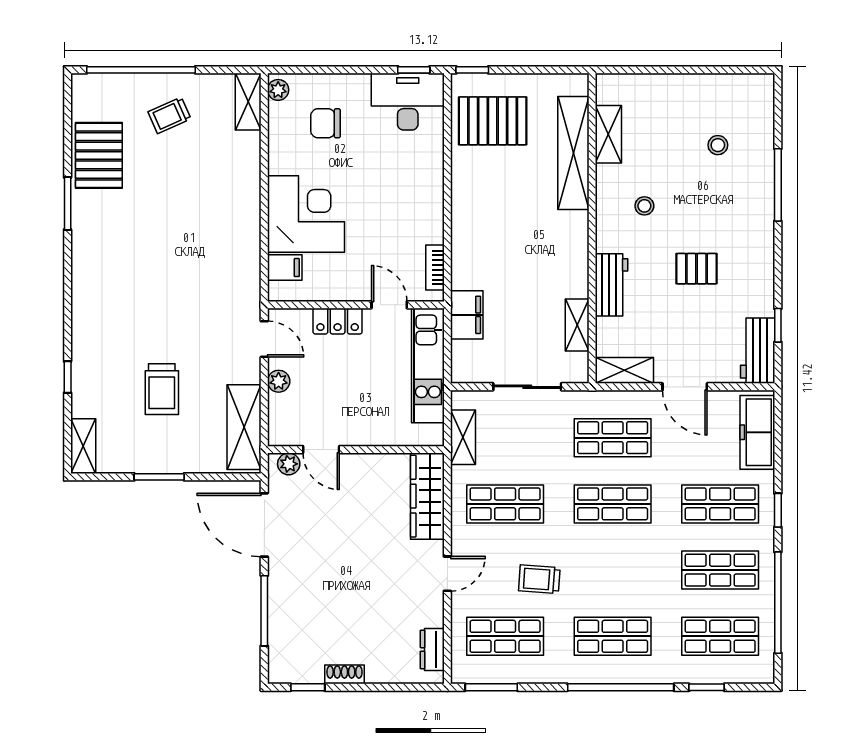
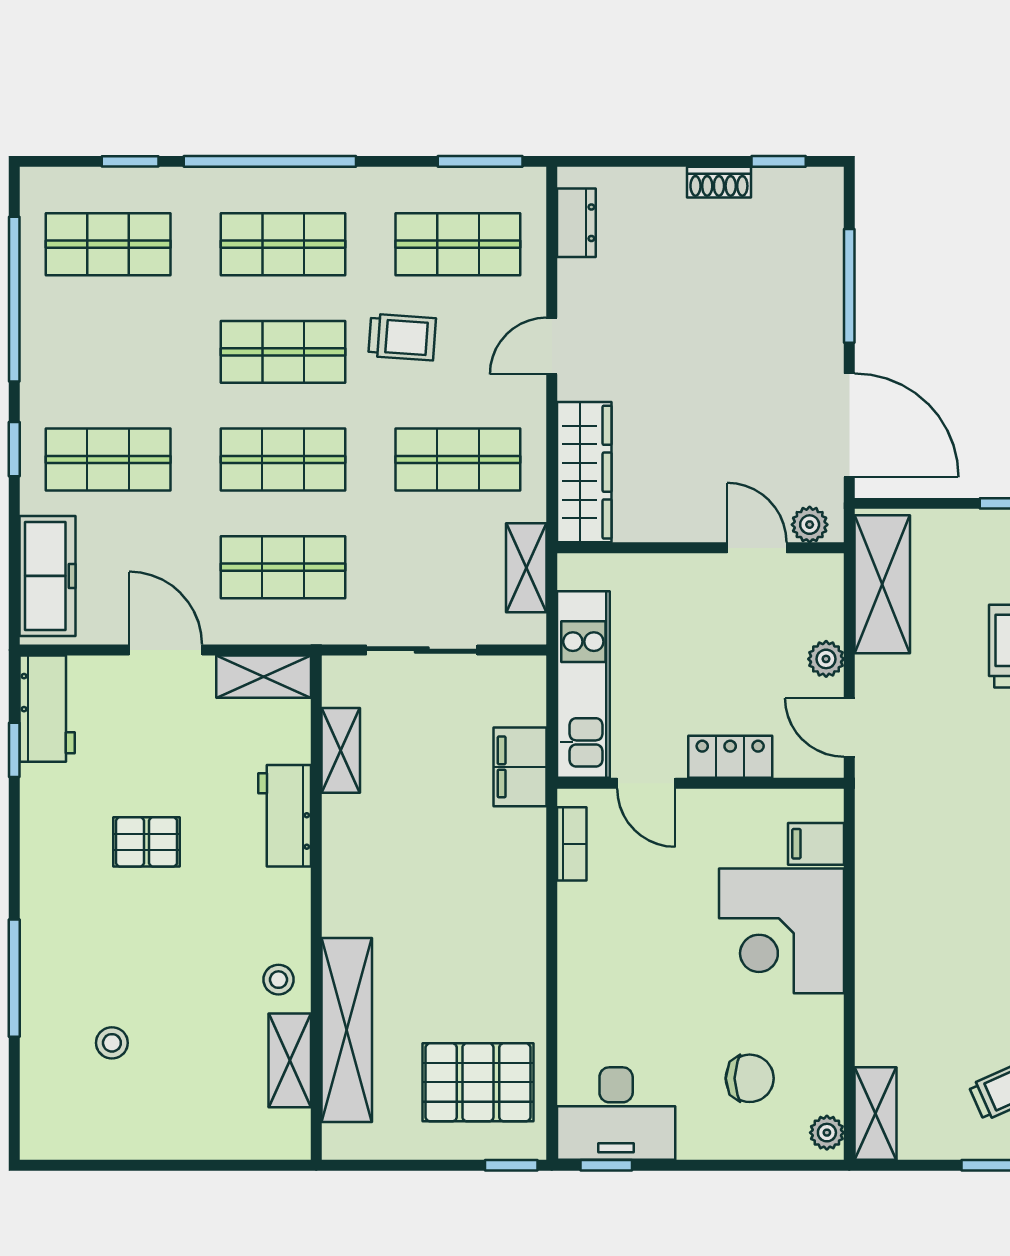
stool: (644, 206) -> (278, 980), moved
shop shelf: (720, 570) -> (283, 352), moved

